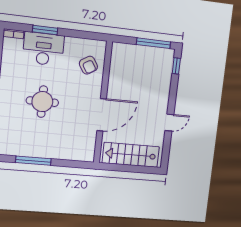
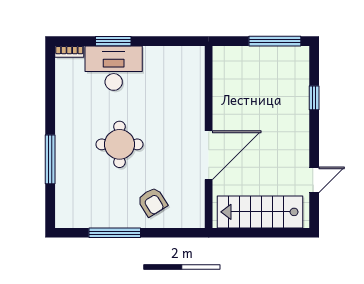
armchair: (88, 65) -> (152, 202), moved
window: (176, 66) -> (314, 98), moved
door: (169, 123) -> (314, 180), moved

